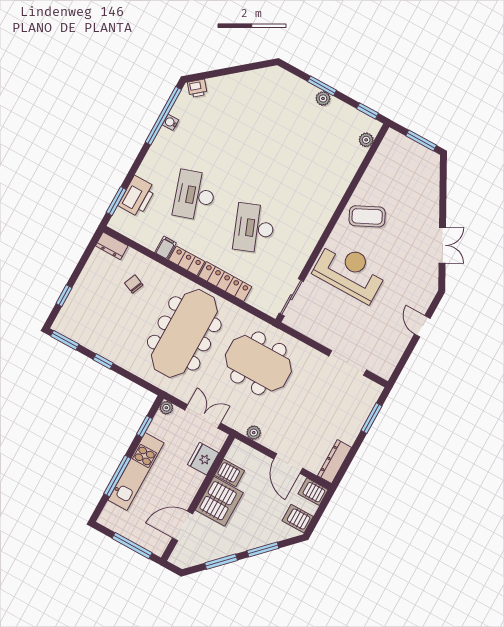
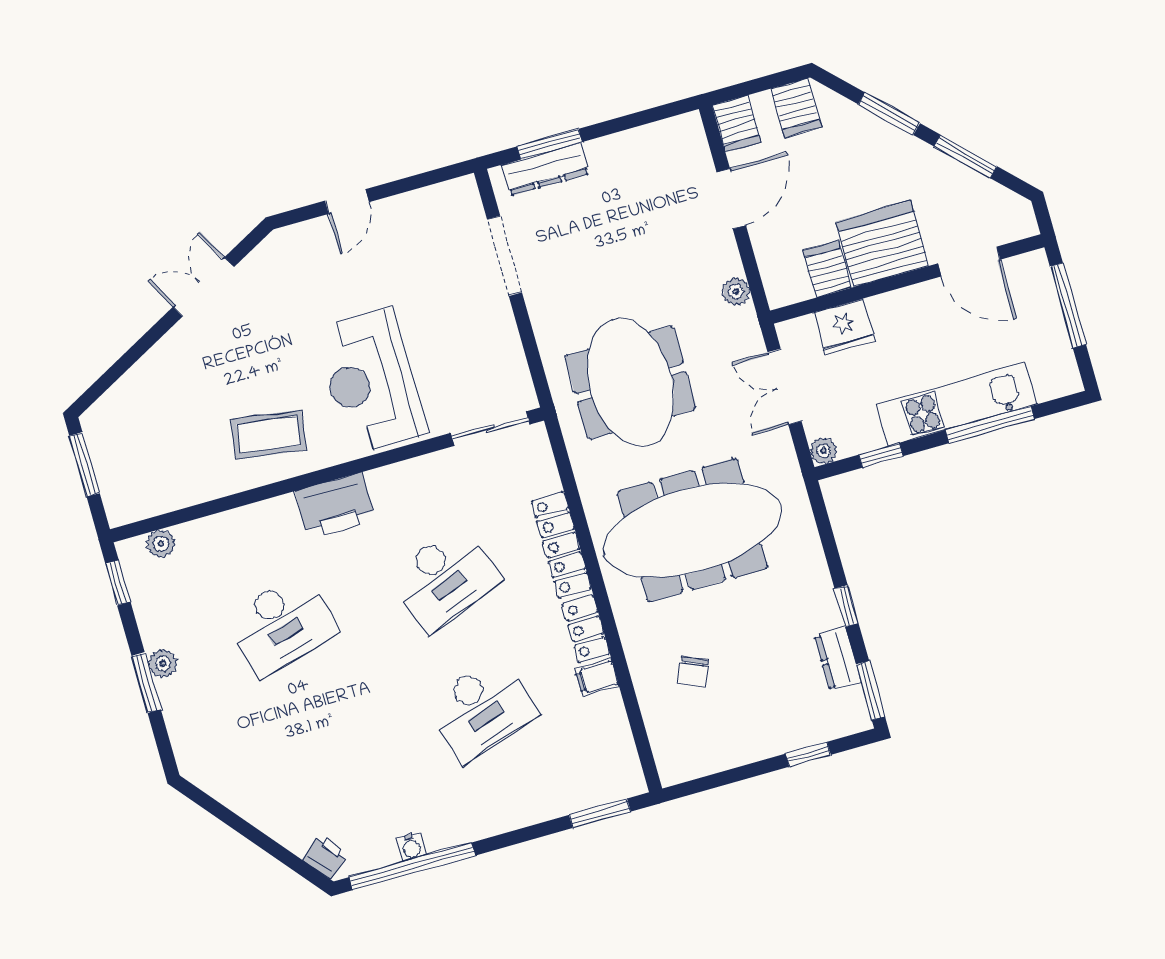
desk: (295, 154) -> (281, 625), added
printer: (137, 196) -> (335, 506), moved, turned 180
coffee table: (367, 216) -> (268, 435), turned -56
dresser: (112, 246) -> (838, 659), moved, turned 180
dresser: (334, 462) -> (546, 169), moved

